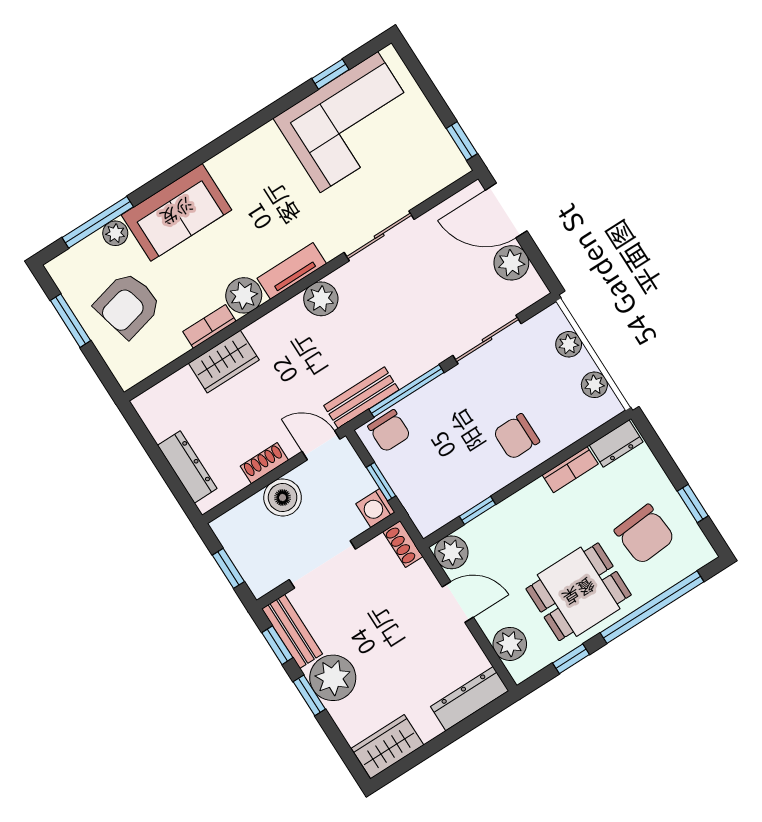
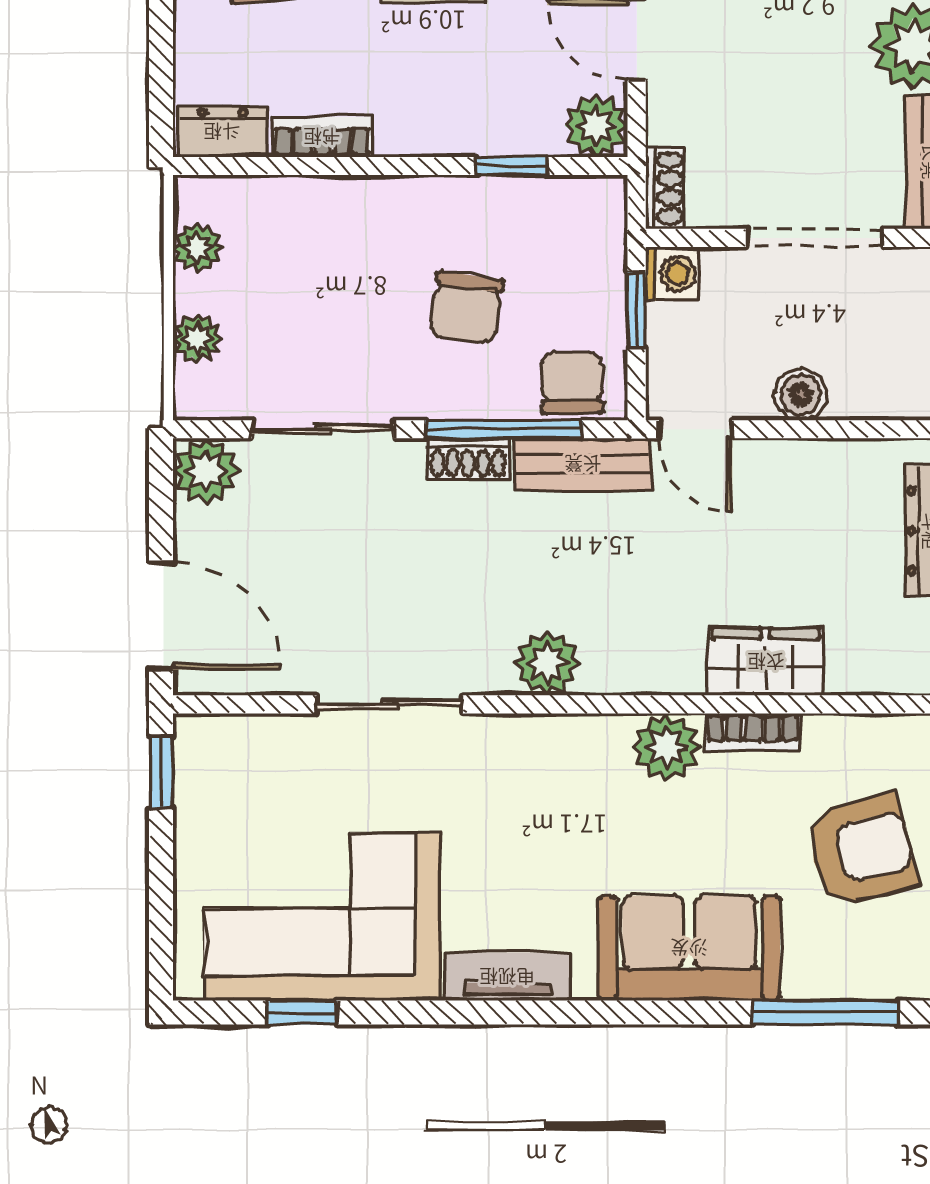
plant: (115, 233) -> (808, 977), removed
plant: (511, 263) -> (206, 471), moved
tv unit: (292, 271) -> (507, 977), moved, turned 180
chair: (516, 437) -> (466, 308), moved, turned 98
shoe rack: (264, 463) -> (468, 458), moved
boiler: (283, 498) -> (801, 394), width x0.73, depth x0.73

